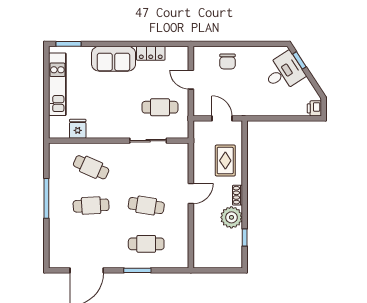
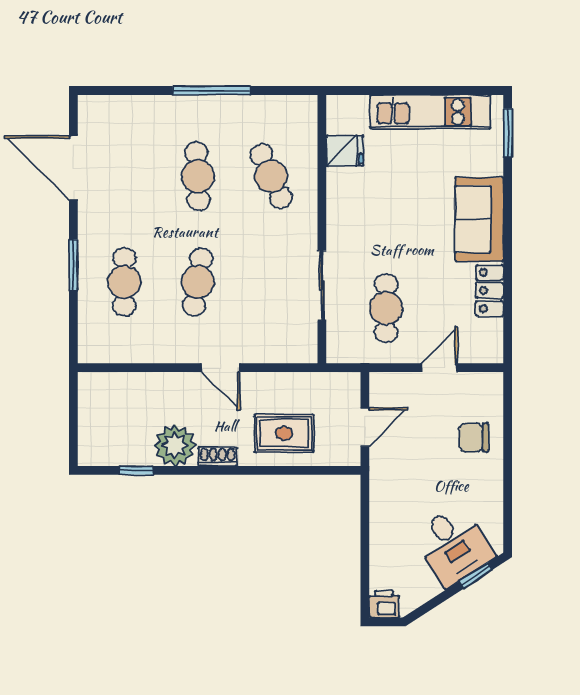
cafe table: (91, 167) -> (271, 176), turned -48

